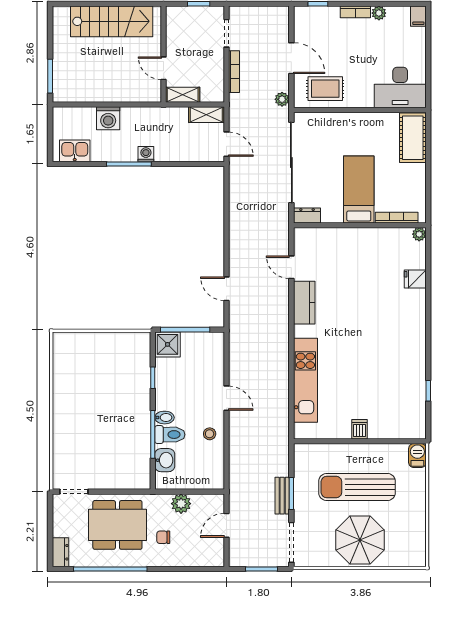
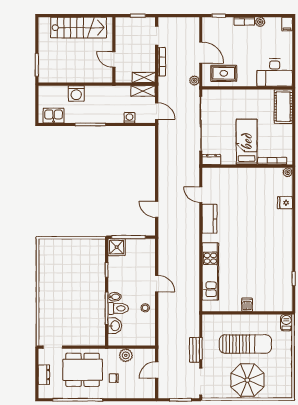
shelving: (183, 95) -> (144, 78), moved
washing machine: (146, 154) -> (129, 118), moved
sun lounger: (357, 487) -> (245, 344), turned 180
dresser: (61, 552) -> (44, 375), moved

